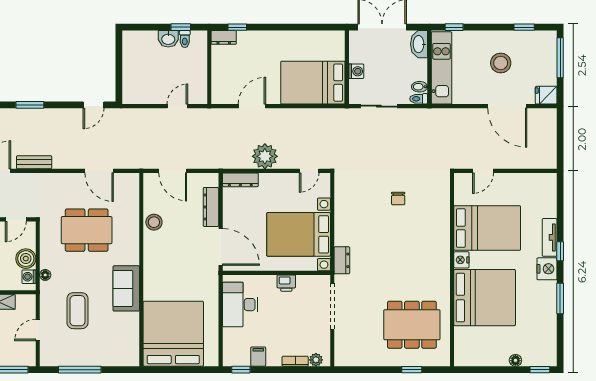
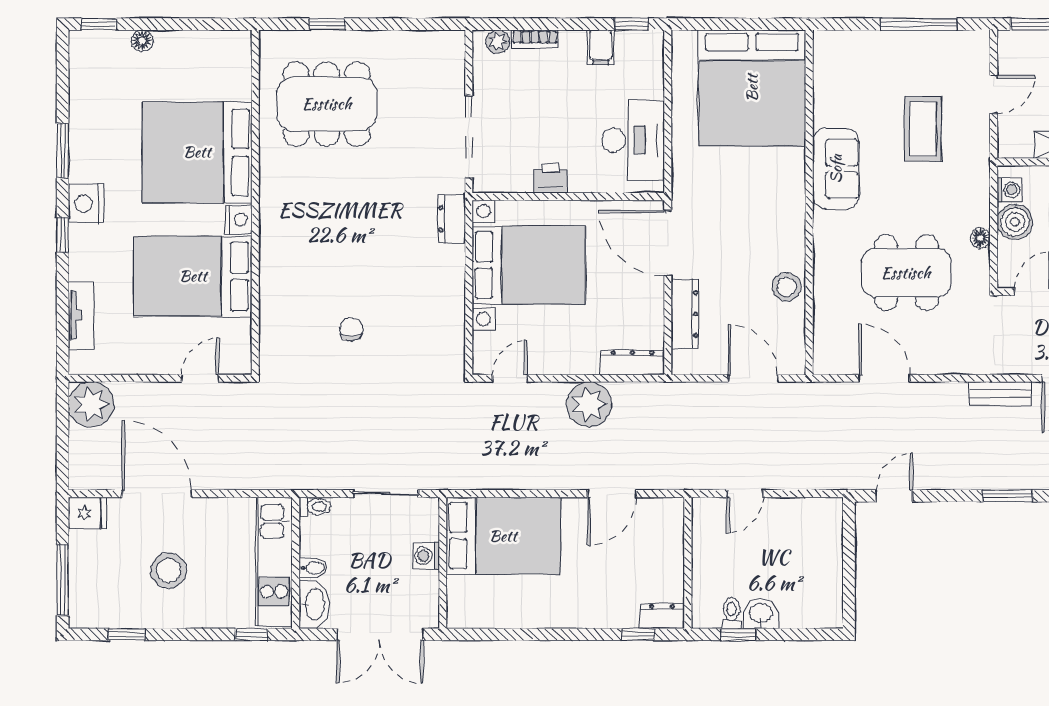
bidet: (420, 87) -> (313, 568), moved
plant: (544, 156) -> (91, 404), added
tv unit: (550, 237) -> (81, 315), moved
floor lamp: (45, 275) -> (980, 238), moved

